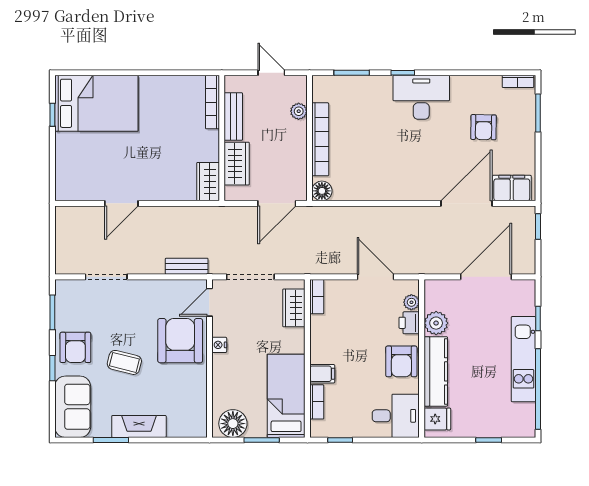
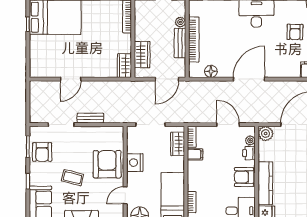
bench: (233, 116) -> (180, 43), moved
floor lamp: (322, 191) -> (211, 71), moved
door: (467, 203) -> (249, 79), moved
bench: (187, 266) -> (90, 118), moved
door: (209, 302) -> (125, 195), moved
plant: (436, 323) -> (266, 134), moved
nightstand: (219, 345) -> (135, 163), width x1.89, depth x1.79
armchair: (75, 347) -> (42, 152), moved
armchair: (401, 361) -> (244, 177), turned 90
filing cabinet: (322, 374) -> (195, 154), moved

